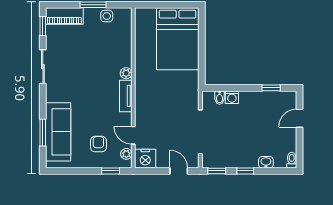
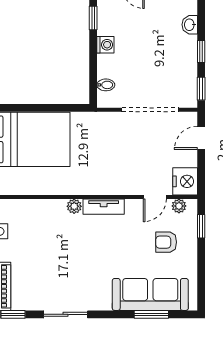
washing machine: (232, 97) -> (105, 45), moved

